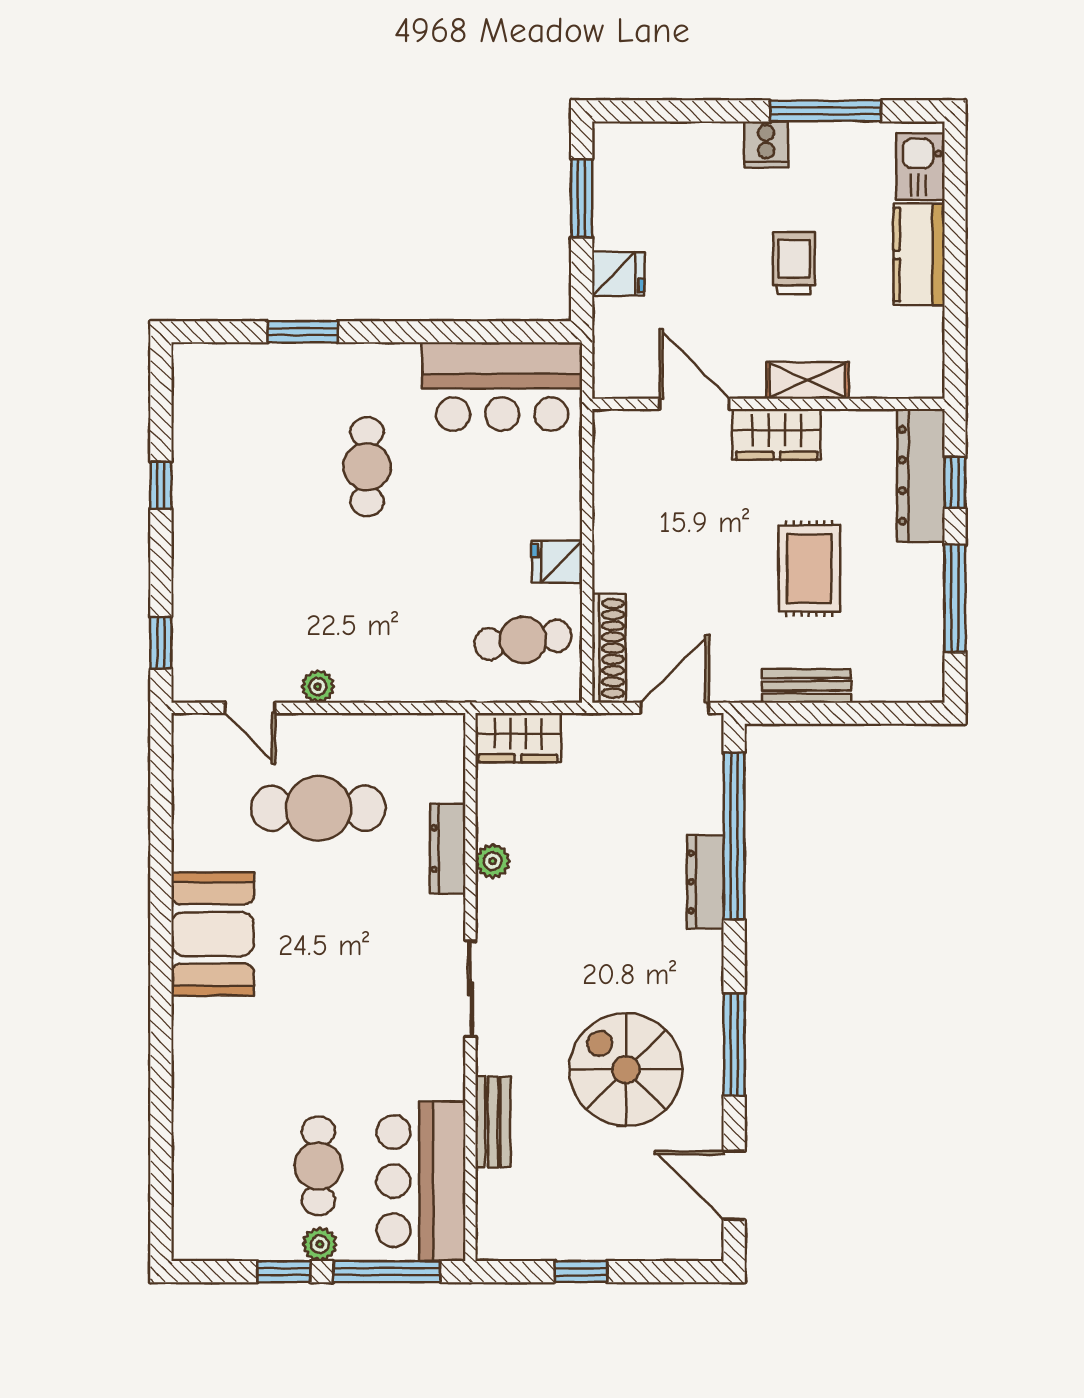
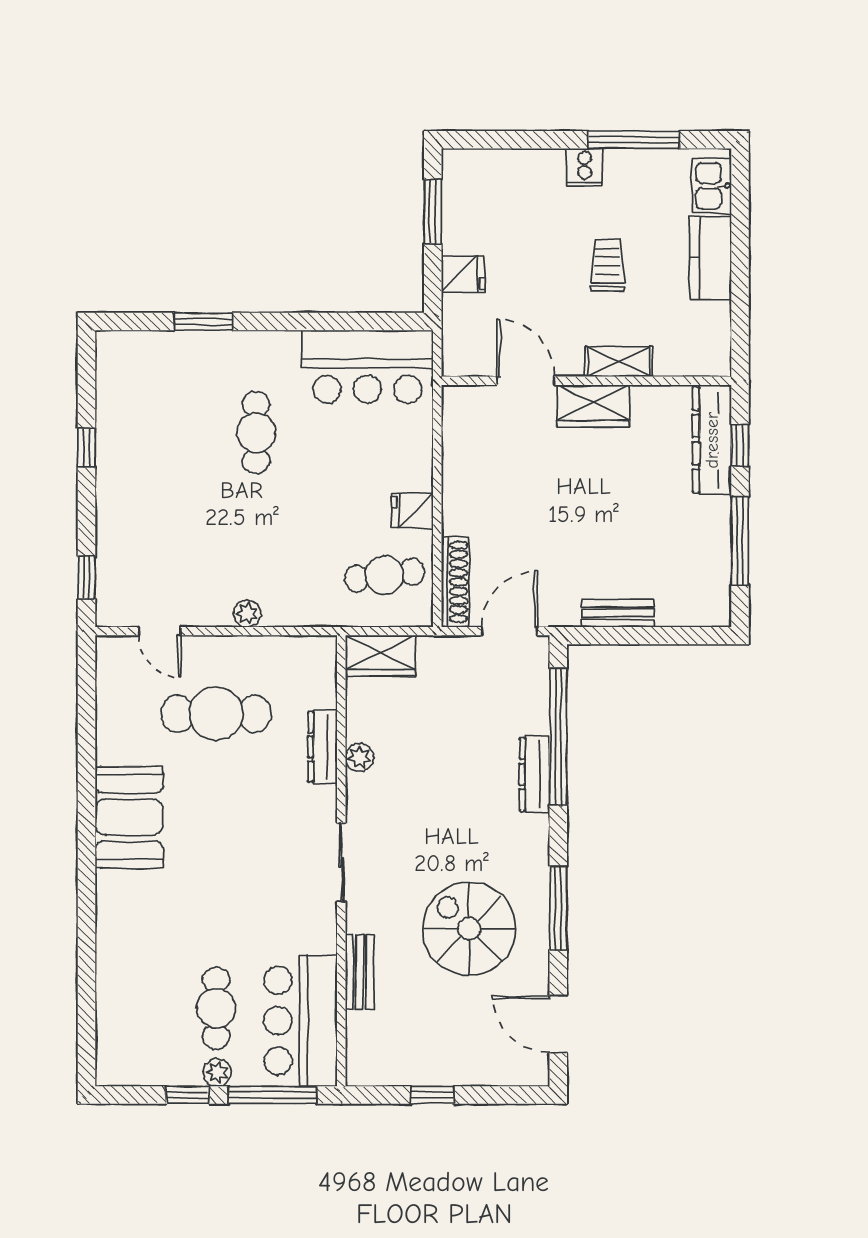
rug: (809, 568) -> (620, 516), removed
plant: (318, 687) -> (247, 614), moved

